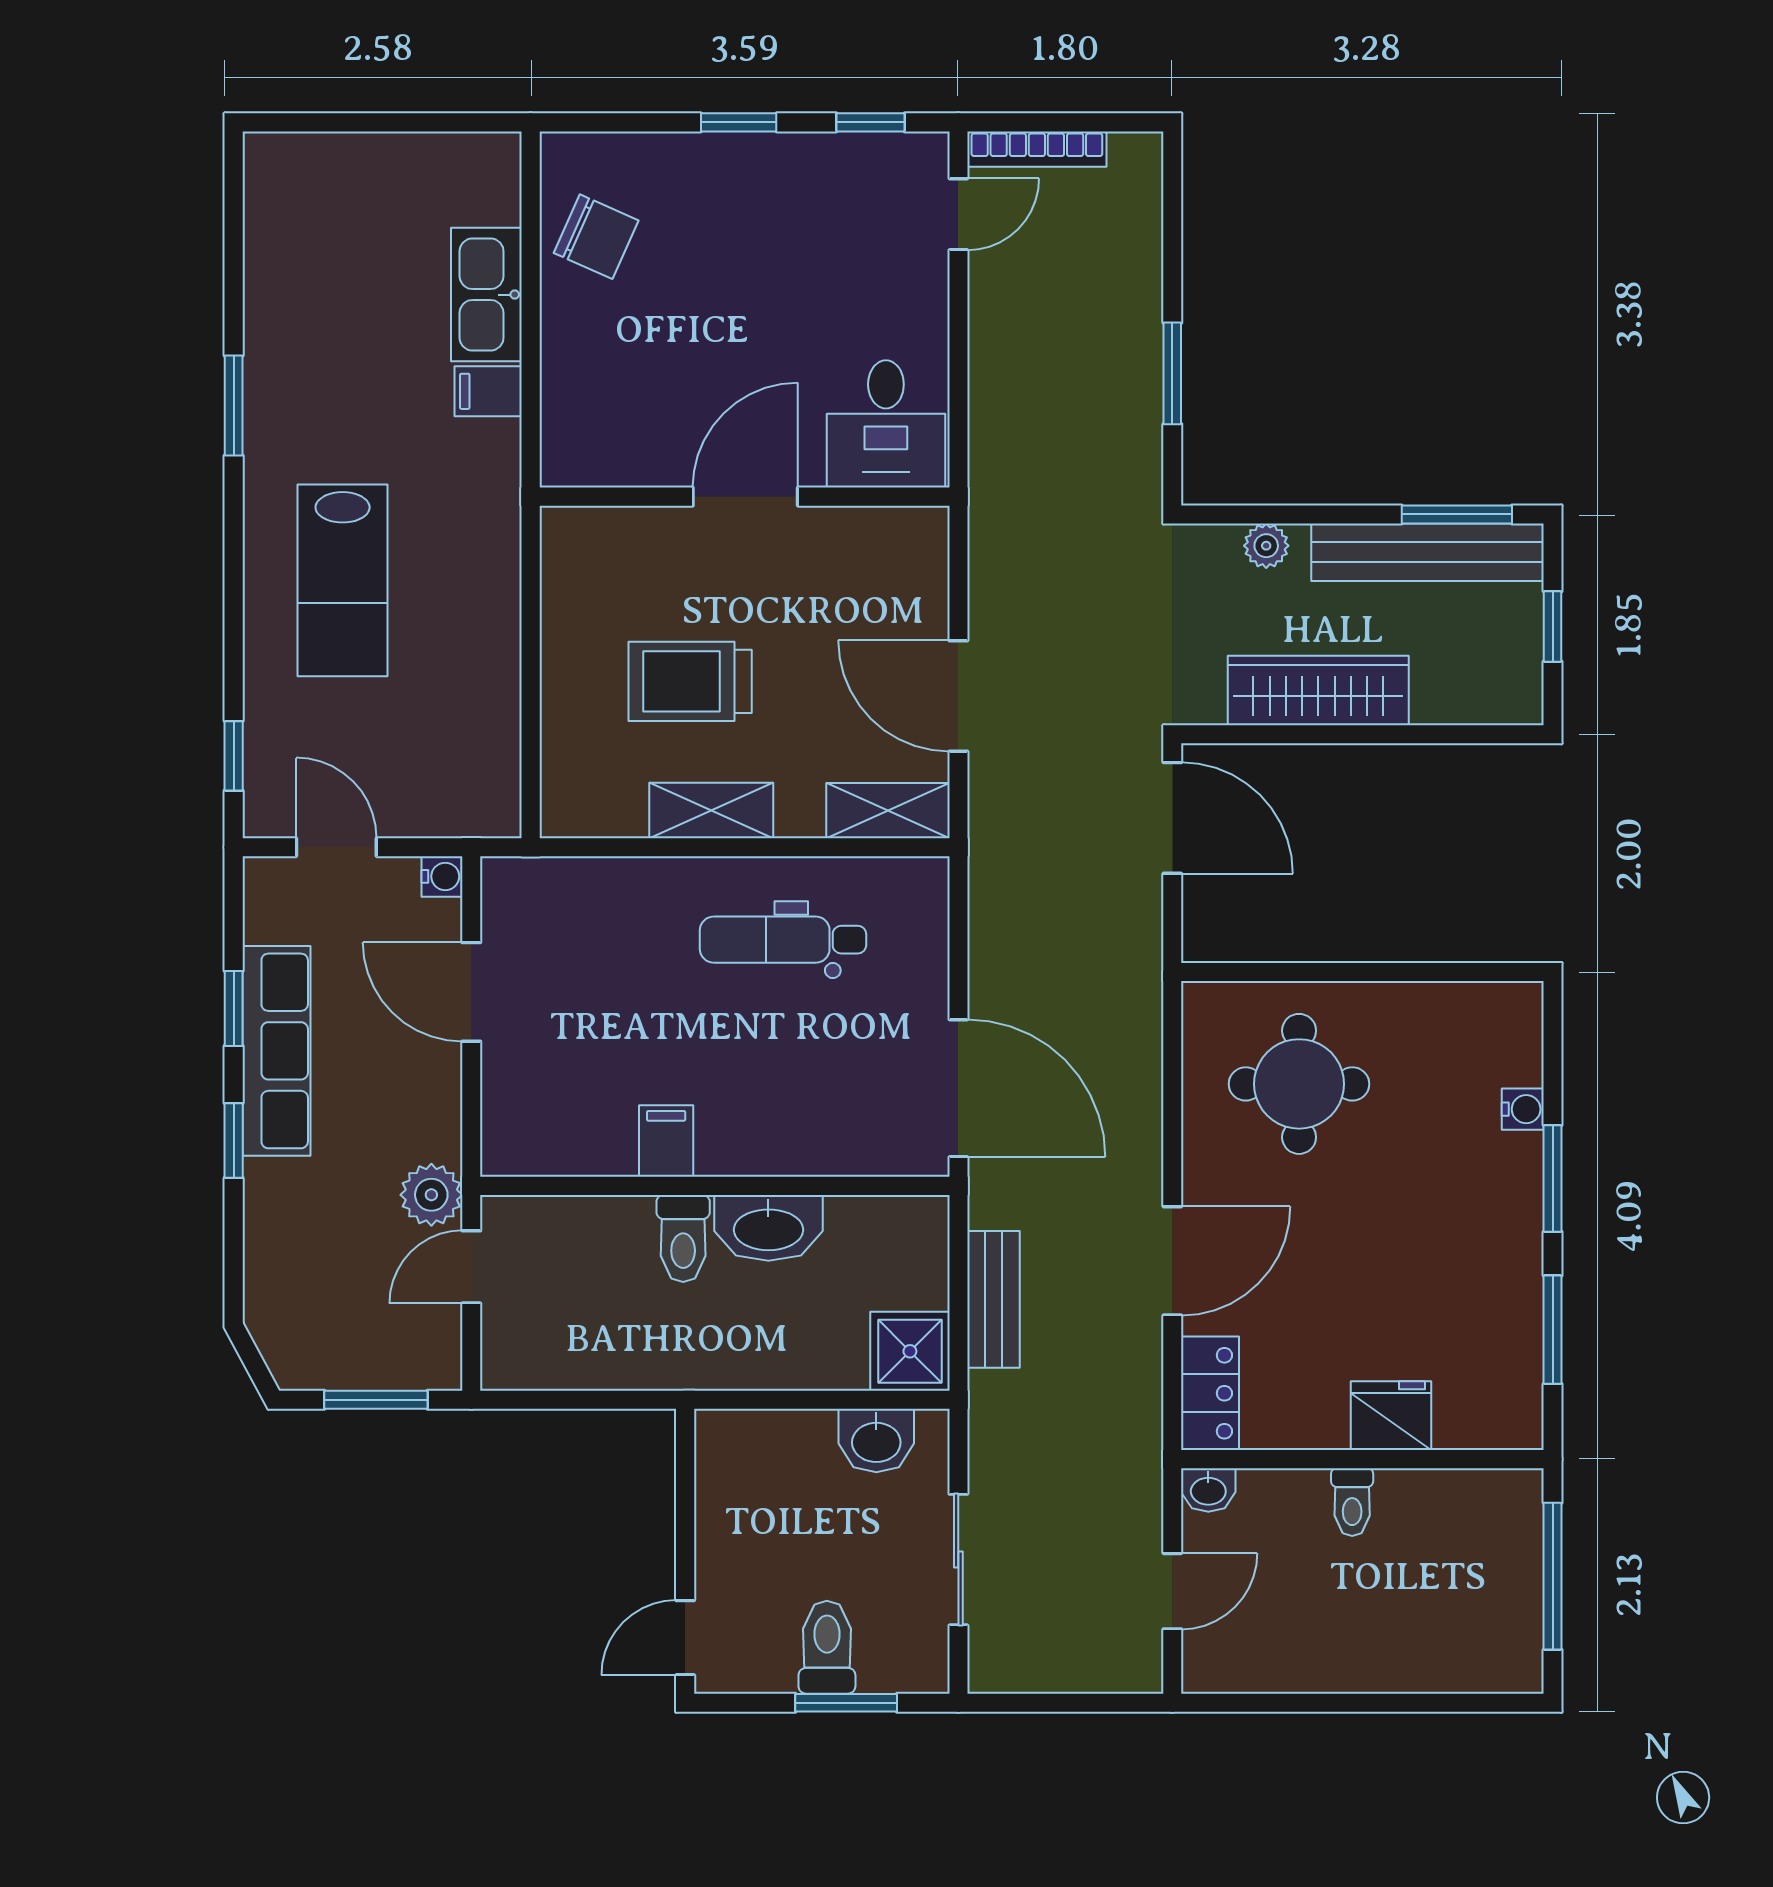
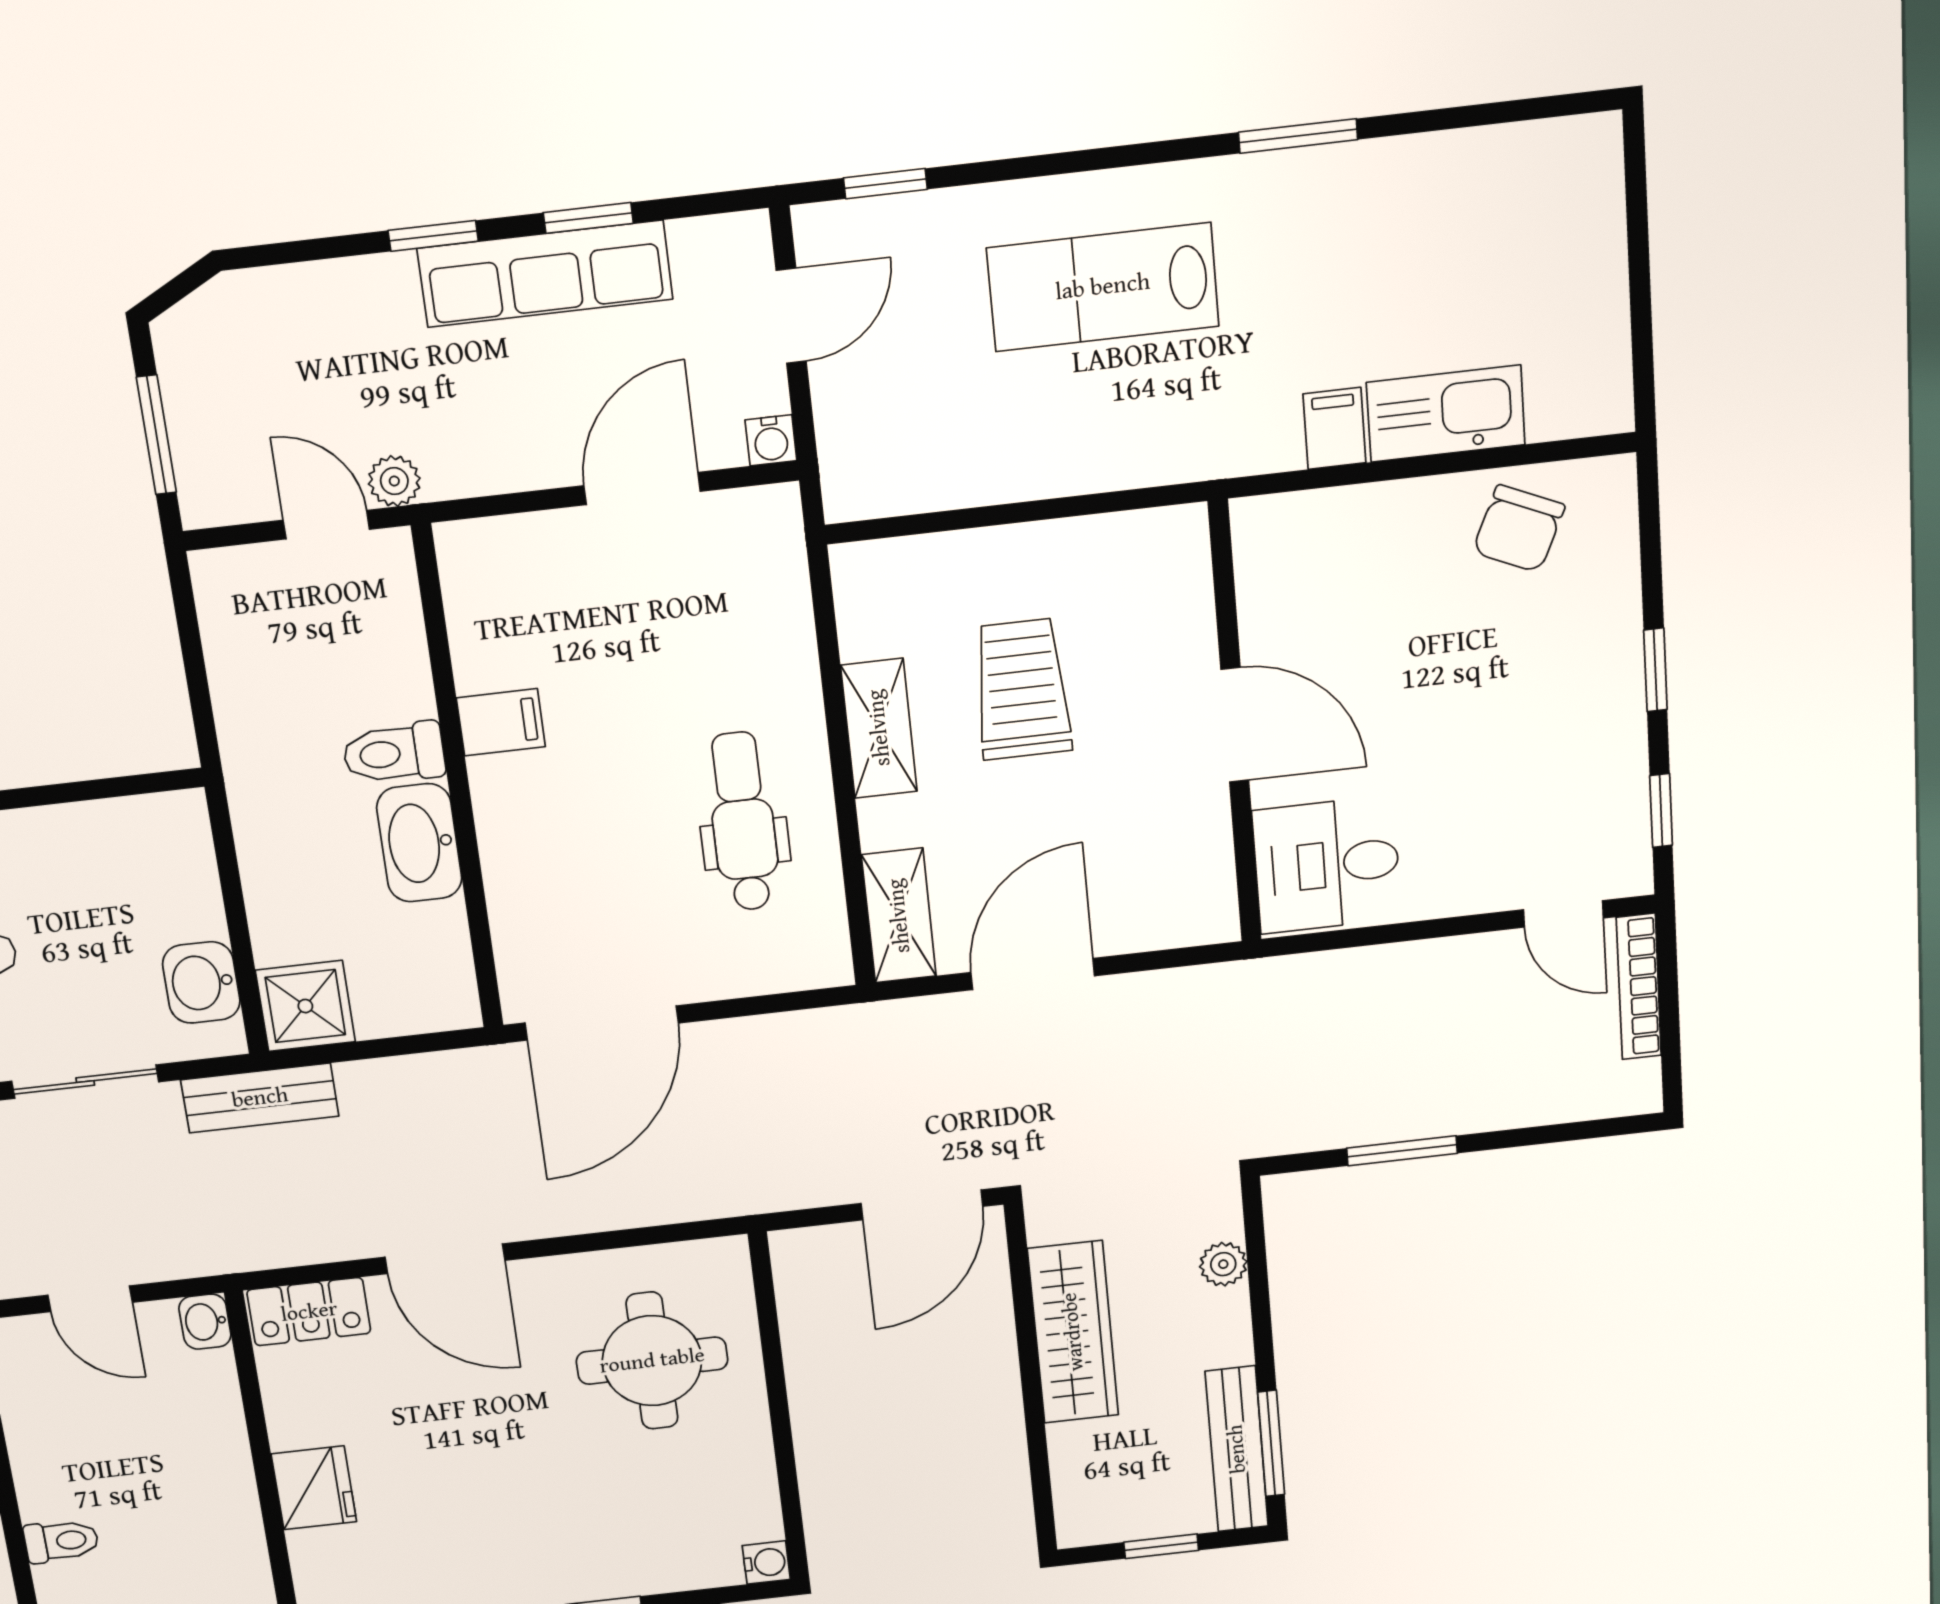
bench: (1427, 552) -> (1237, 1449), width x0.73, depth x0.82
water cooler: (1523, 1109) -> (766, 1562), moved, turned -90
plant: (431, 1195) -> (394, 481), width x0.73, depth x0.73
bench: (994, 1299) -> (260, 1098), moved
toilet: (1352, 1502) -> (61, 1541), moved, turned 180

